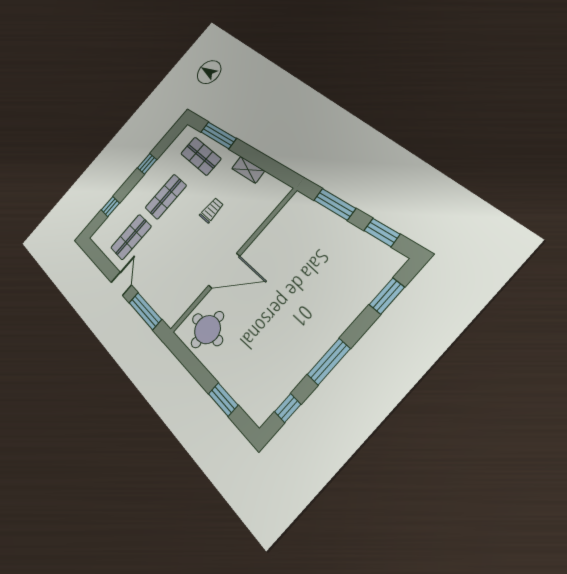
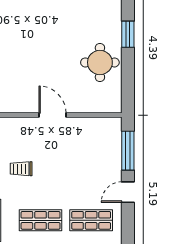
door: (224, 271) -> (53, 115), width x0.73
round table: (207, 330) -> (100, 62), moved

